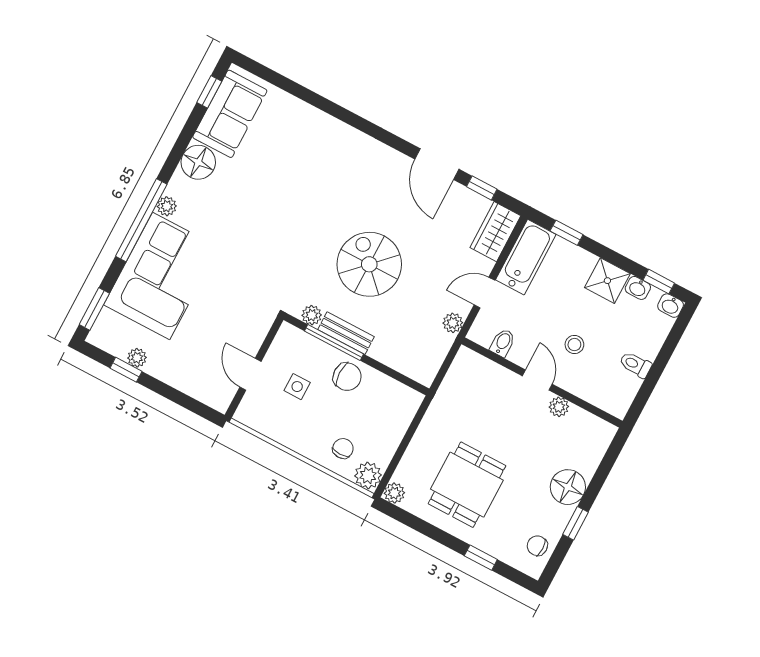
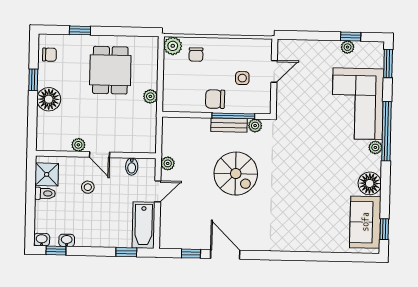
wardrobe: (495, 232) -> (170, 231), removed
shower: (607, 281) -> (47, 174), moved
door: (250, 374) -> (274, 71), hinge flipped
plant: (394, 493) -> (150, 96), moved

